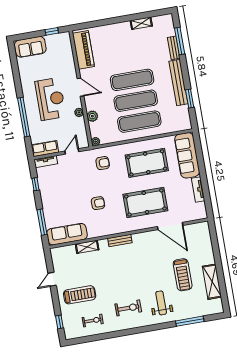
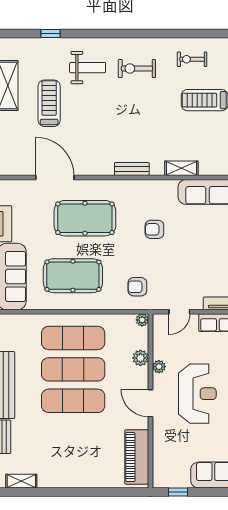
shelving: (141, 23) -> (21, 481), moved
reception desk: (50, 99) -> (197, 394), turned 180
weight bench: (161, 303) -> (88, 68), turned -90
window: (190, 321) -> (50, 34), width x0.46

